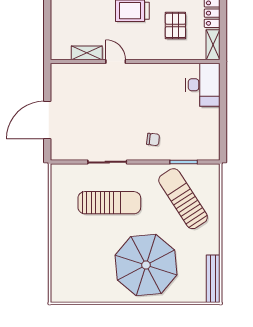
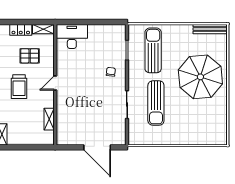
door: (116, 61) -> (55, 83), moved
sun lounger: (183, 199) -> (153, 50), turned 123
sun lounger: (109, 203) -> (156, 103), turned 180

